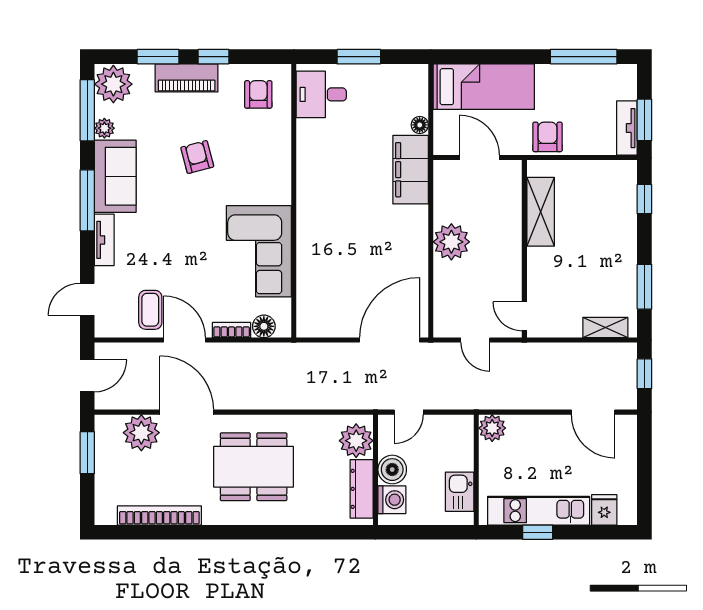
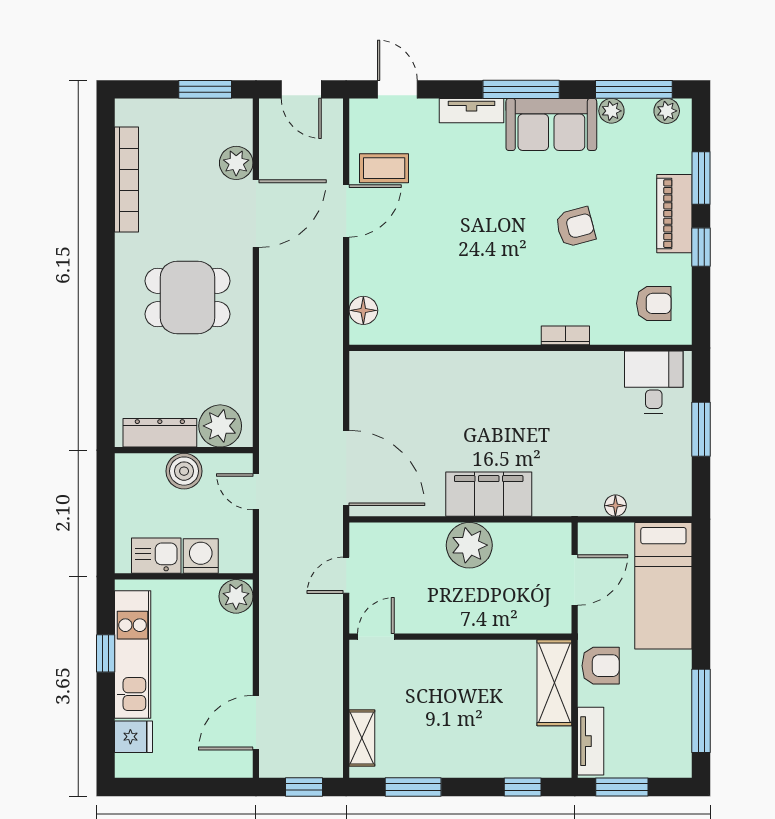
plant: (113, 84) -> (667, 111), width x0.53, depth x0.53
tv unit: (627, 128) -> (591, 741), moved, turned 90
filing cabinet: (411, 170) -> (489, 494), moved
shelving: (541, 212) -> (554, 683), moved, turned 90
corner sofa: (259, 251) -> (457, 304), removed
bookcase: (232, 330) -> (565, 335), moved, turned -90
plant: (141, 433) -> (236, 163), width x0.73, depth x0.73
dining table: (254, 467) -> (188, 297), width x0.73
washing machine: (392, 500) -> (201, 556), moved, turned 180

